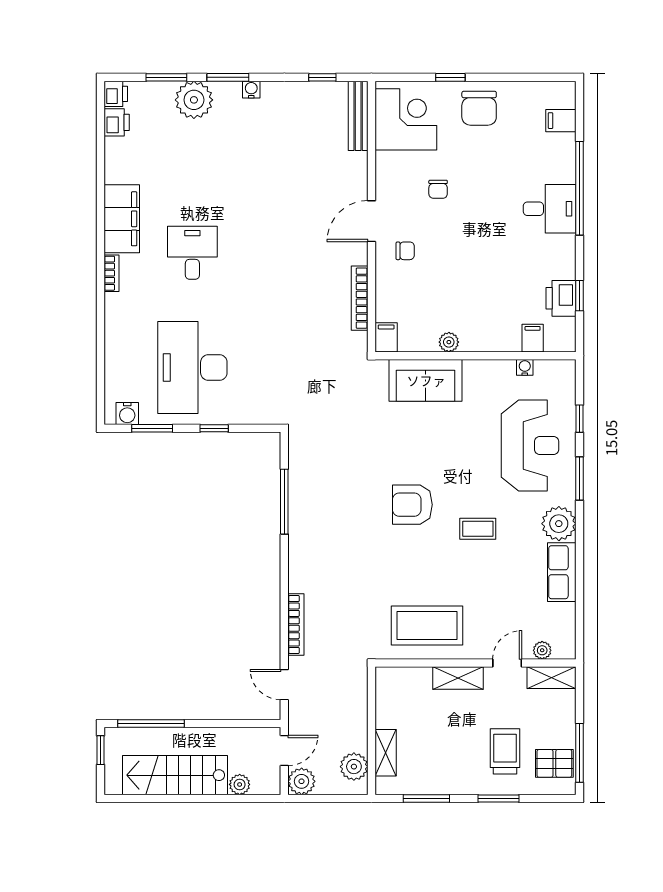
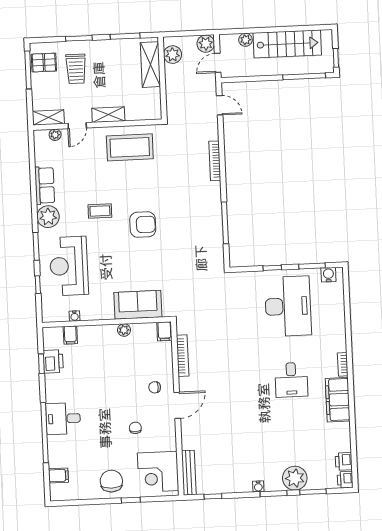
bookcase: (296, 625) -> (215, 161), moved
shelving: (386, 753) -> (150, 65), width x1.50, depth x1.33

